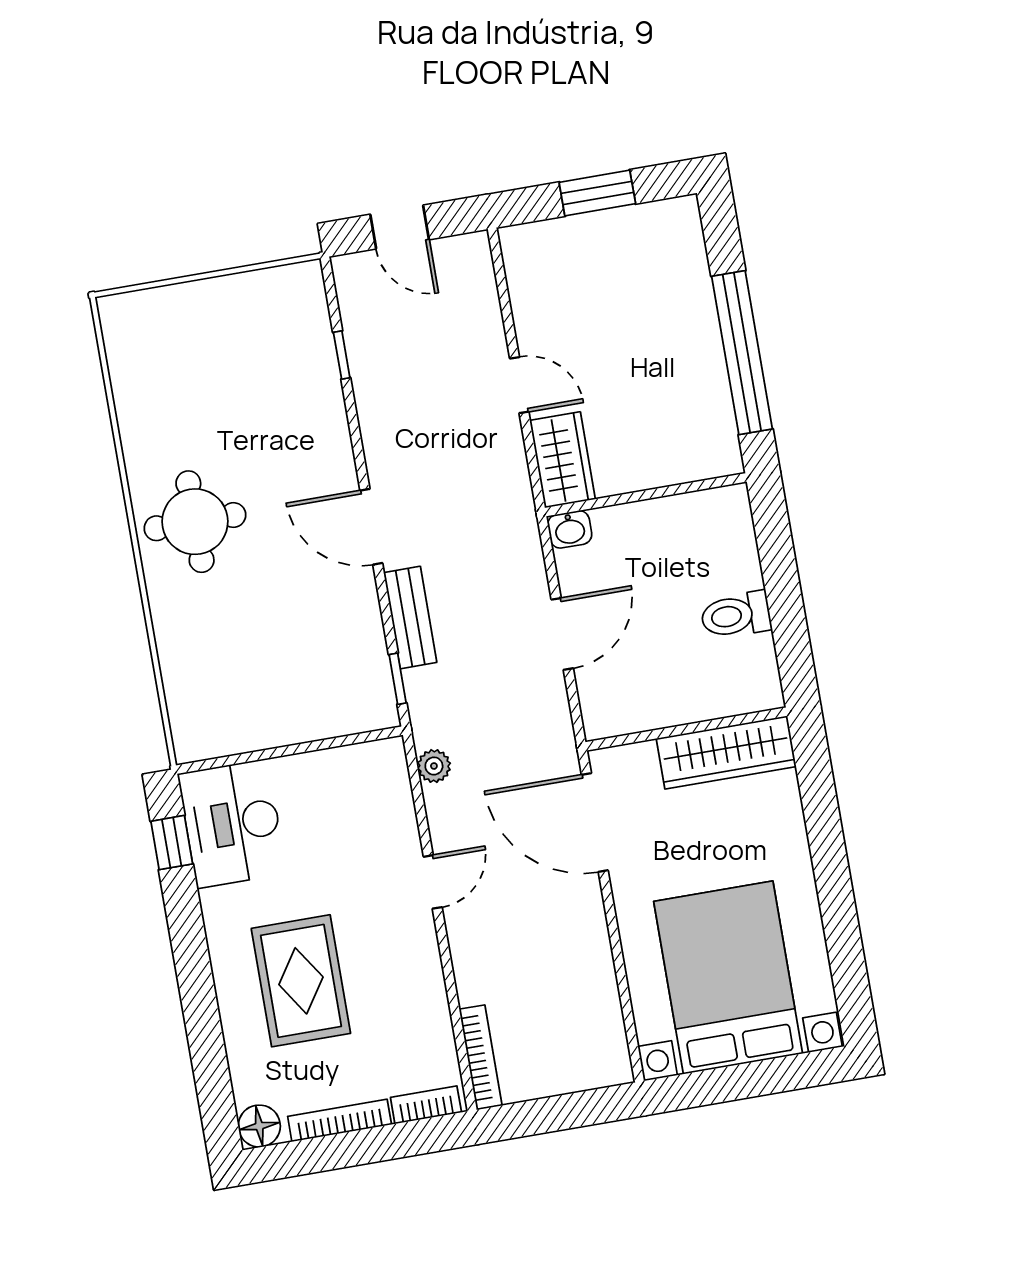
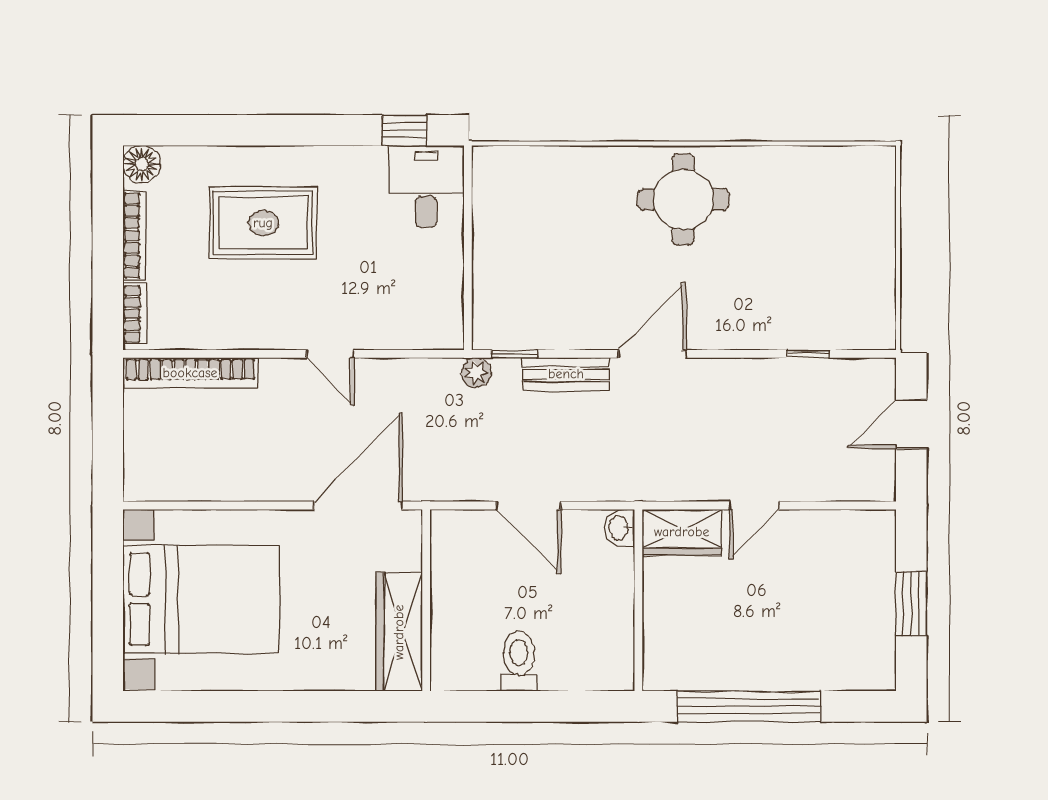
plant: (434, 766) -> (476, 373), moved
desk: (232, 824) -> (426, 186), width x0.73
bookcase: (481, 1057) -> (190, 373), width x1.48, depth x1.31

